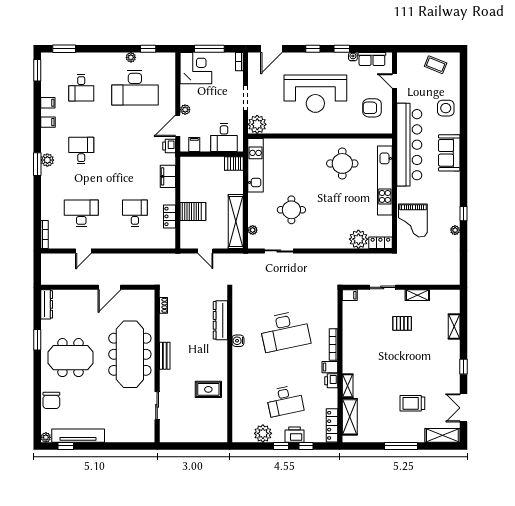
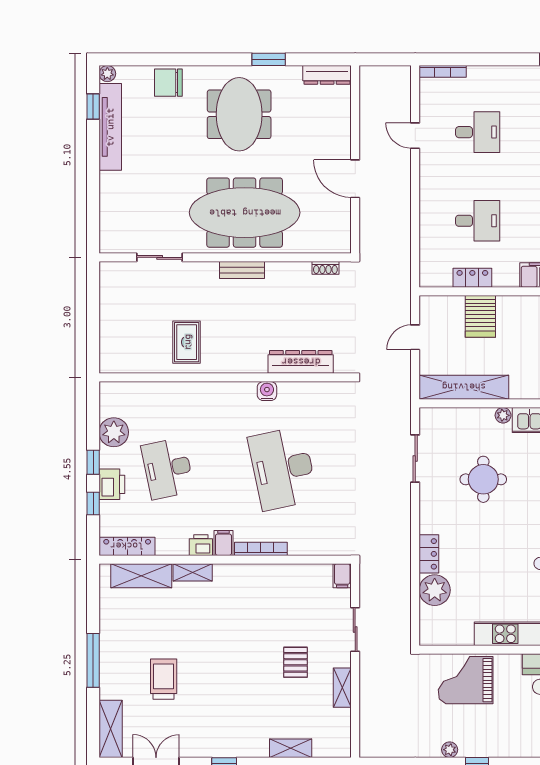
desk: (81, 213) -> (478, 132), width x0.73
plant: (253, 230) -> (503, 415), moved
locker: (380, 243) -> (429, 554), moved

